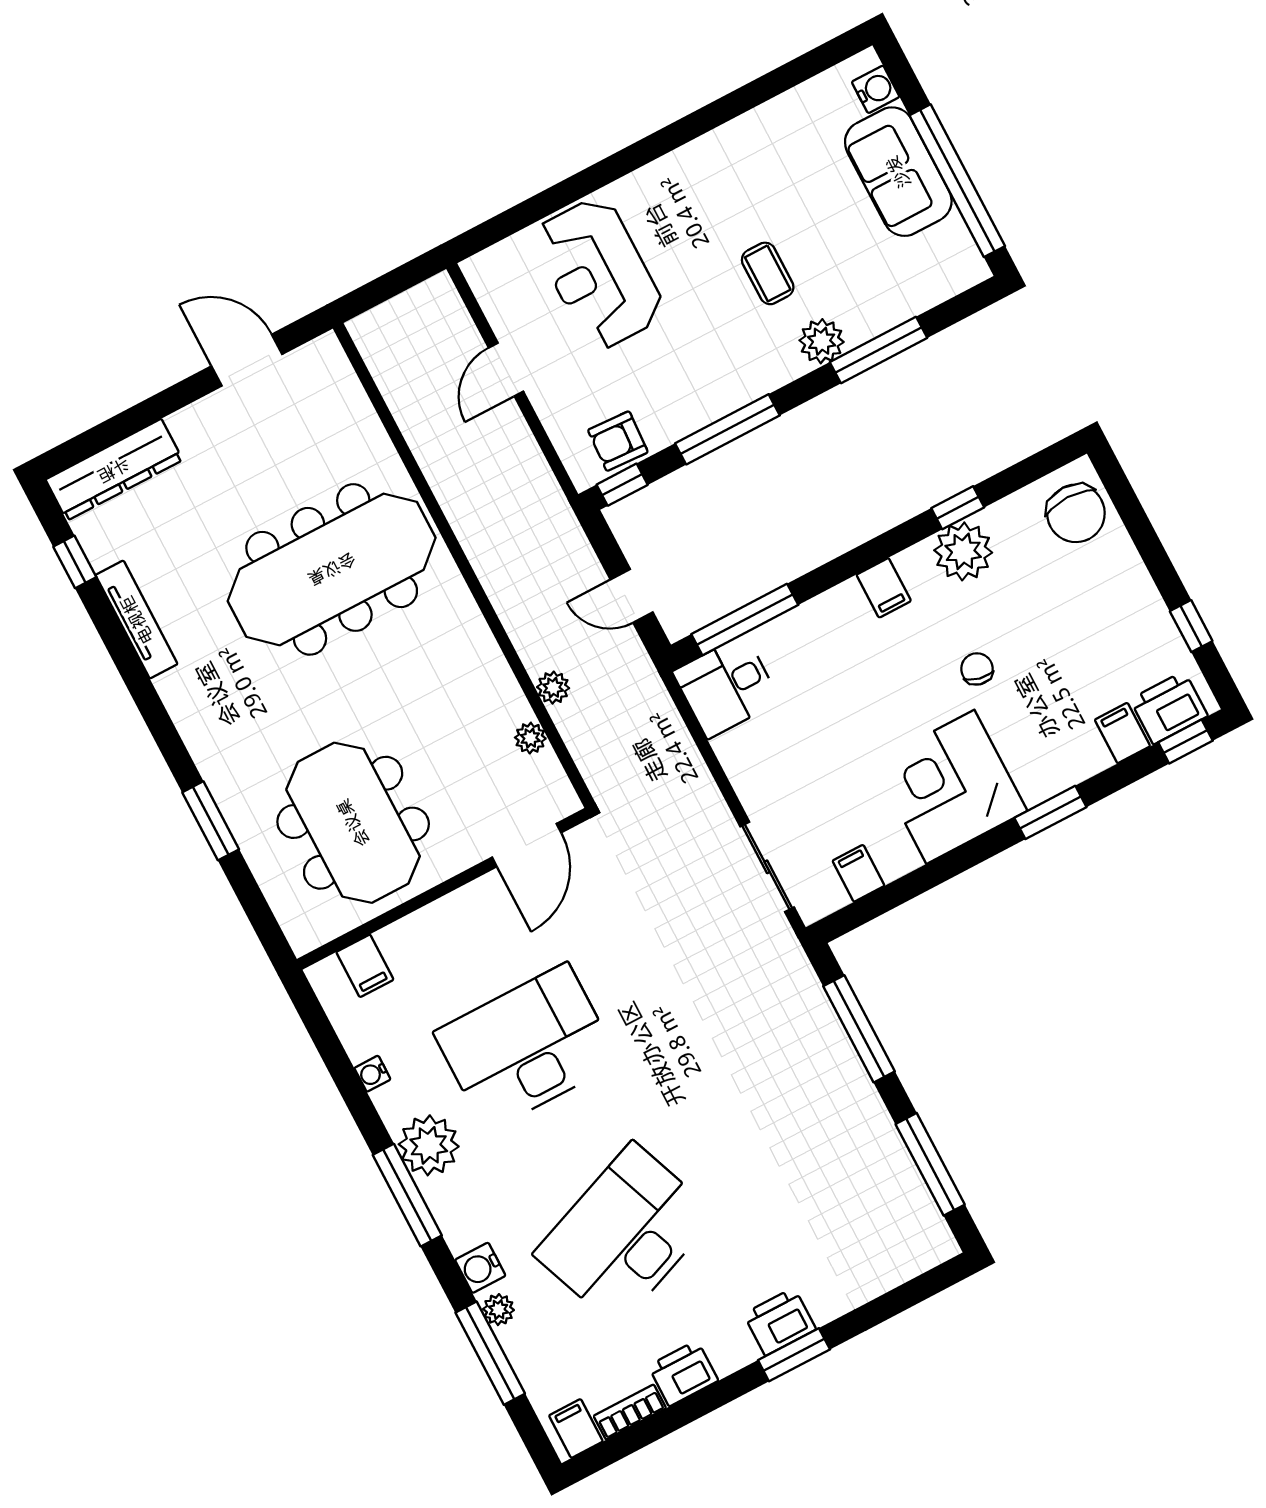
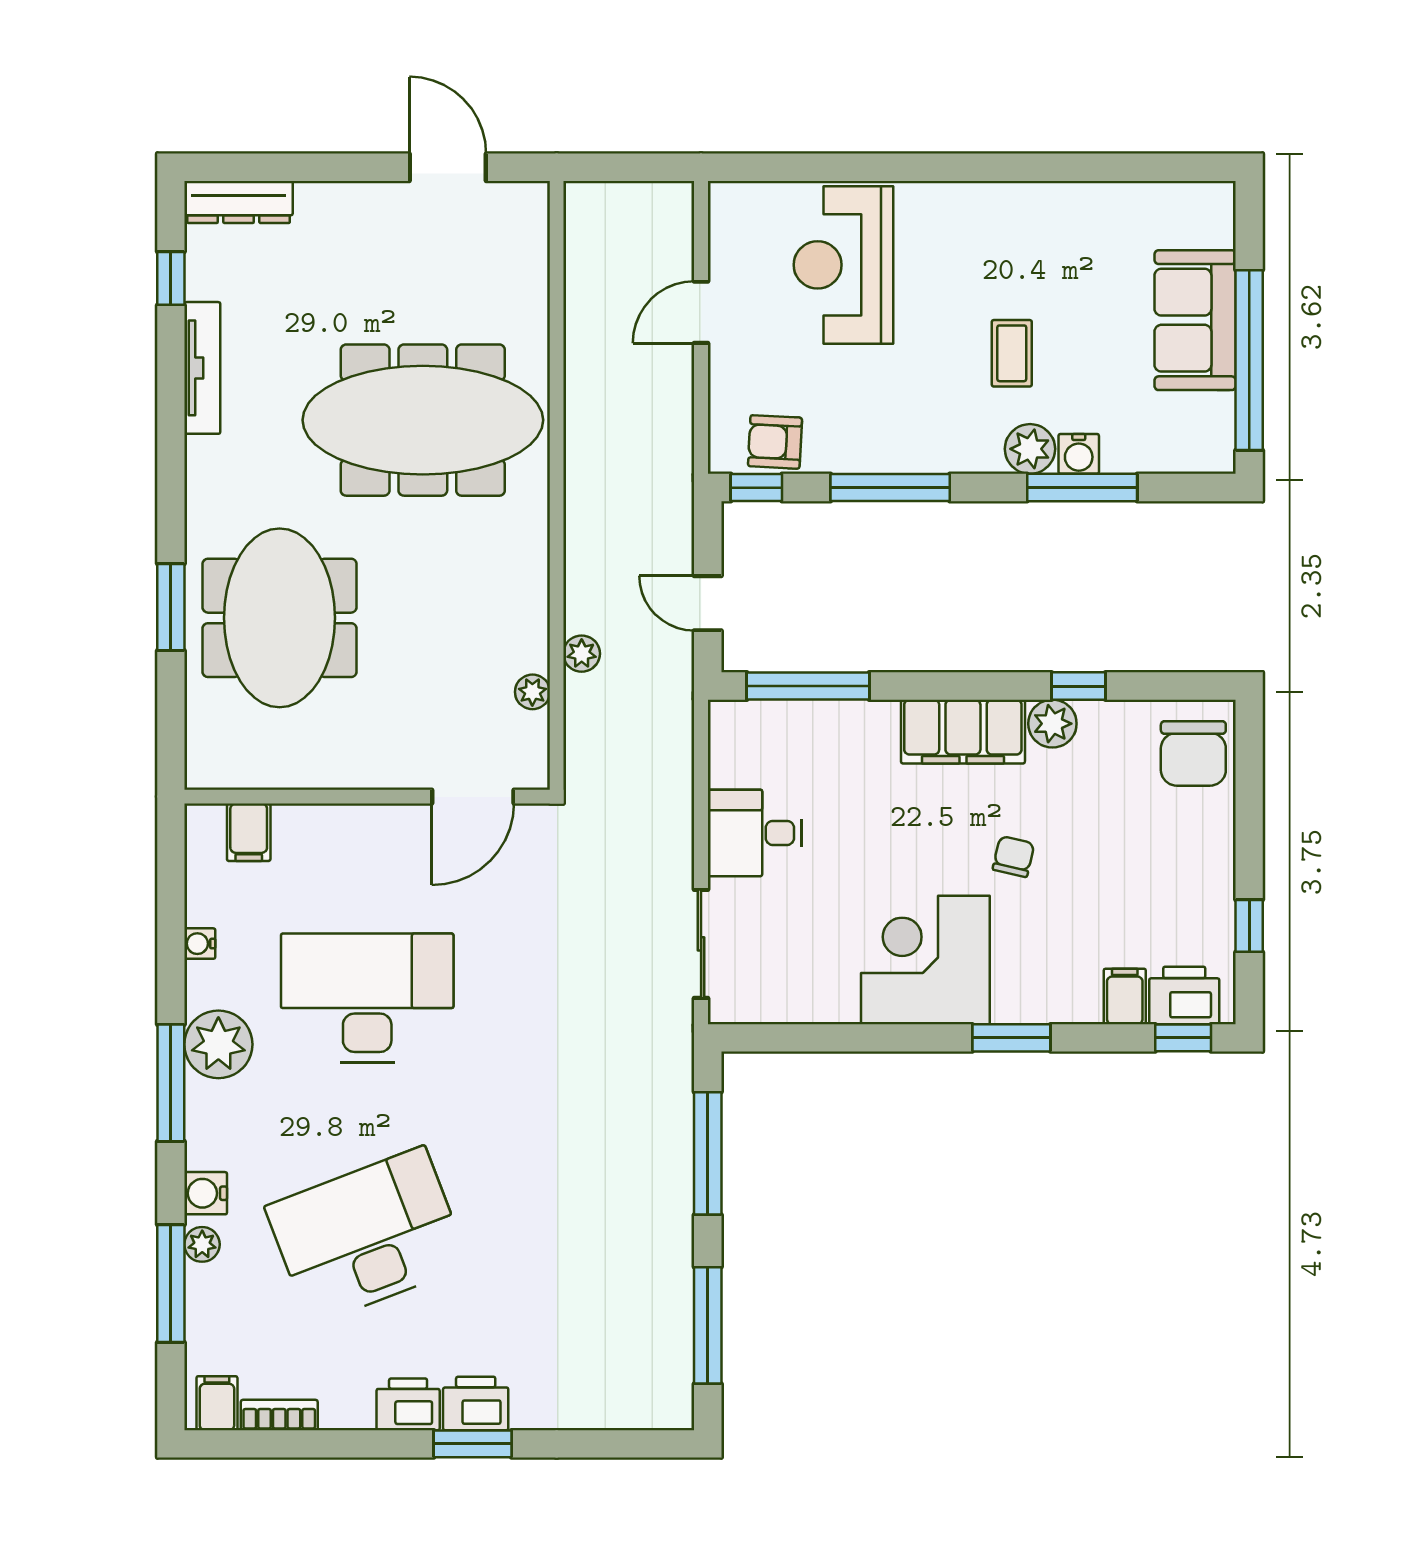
water cooler: (876, 89) -> (1079, 454), moved, turned 90
dresser: (114, 470) -> (239, 202), width x0.73, depth x0.80
plant: (963, 551) -> (1052, 724), width x0.73, depth x0.73
filing cabinet: (884, 588) -> (963, 732), width x3.00, depth x1.17
desk: (726, 686) -> (755, 833), moved
meeting table: (353, 823) -> (280, 618), moved
filing cabinet: (858, 873) -> (789, 998), removed
printer: (683, 1373) -> (408, 1404), moved

